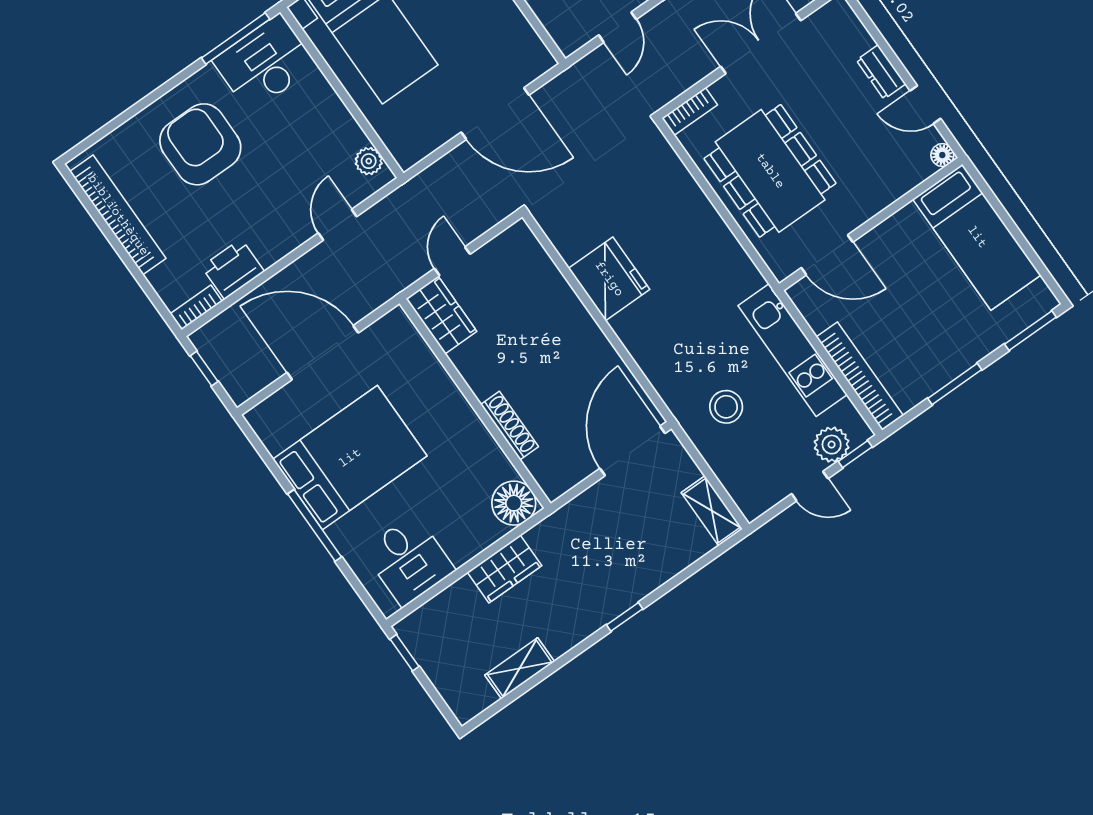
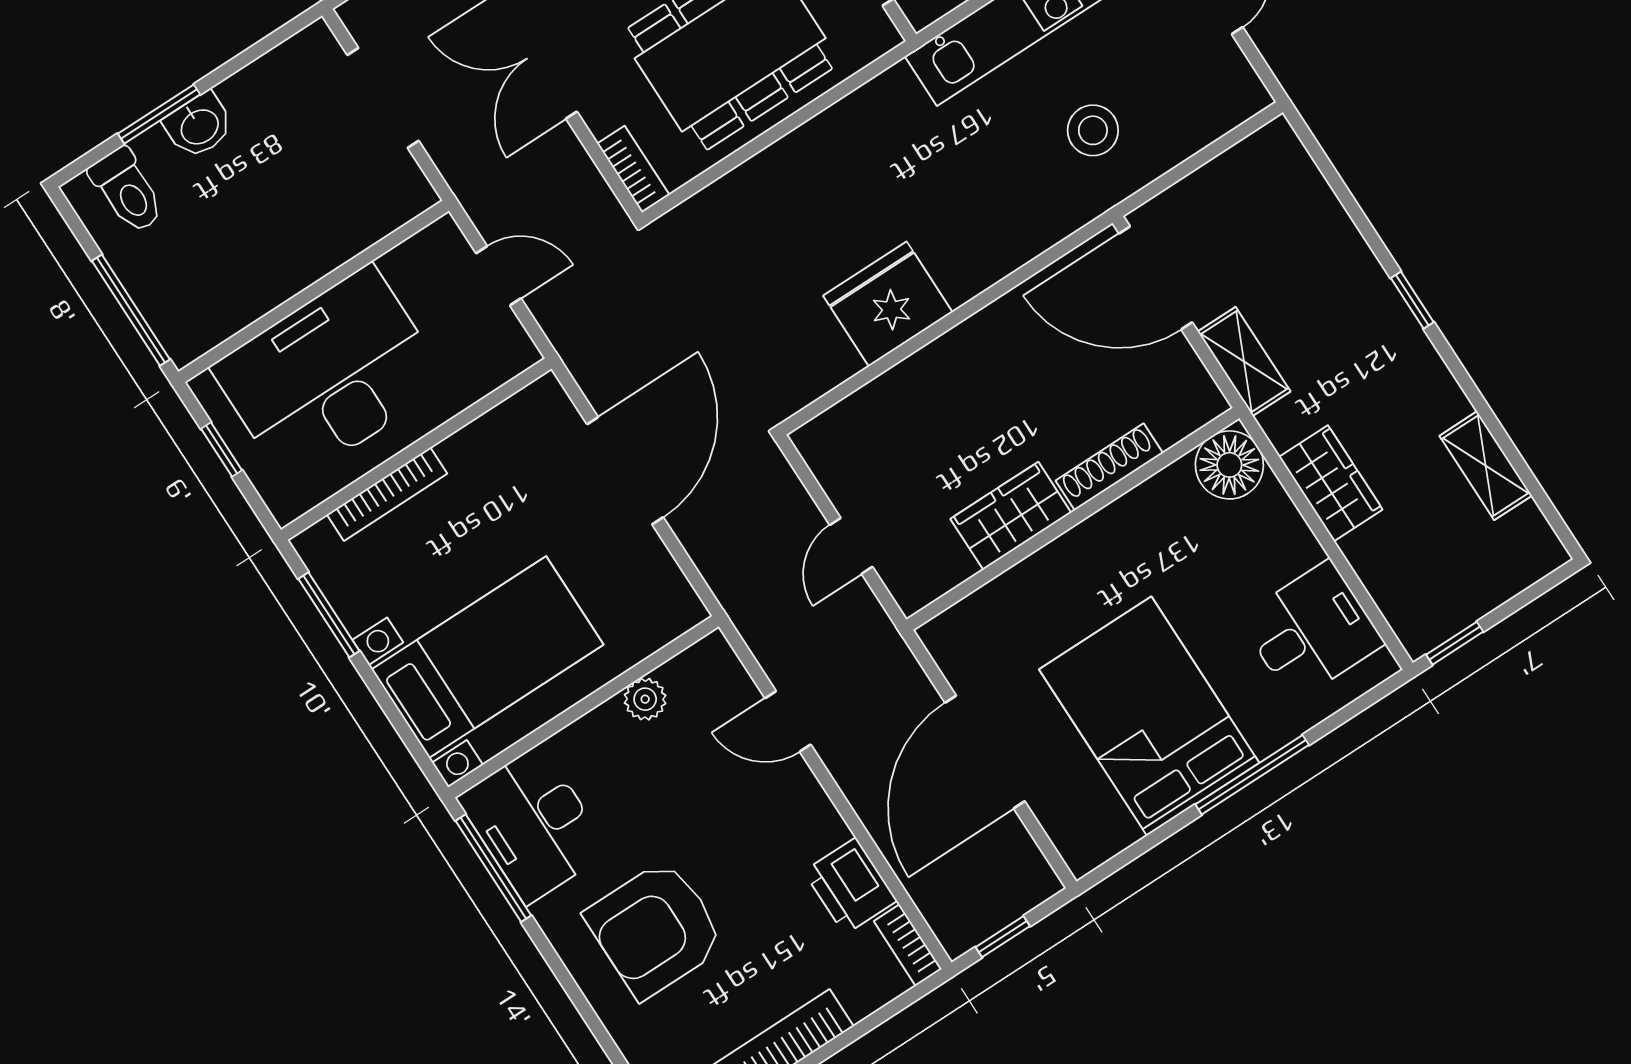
plant: (369, 161) -> (645, 699), moved
door: (452, 261) -> (851, 546), hinge flipped
wardrobe: (441, 315) -> (1011, 516), moved
shelving: (712, 511) -> (1244, 361), moved, turned 90

